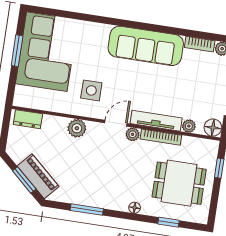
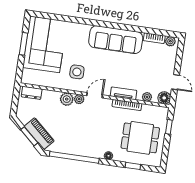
tv unit: (156, 121) -> (123, 93), width x0.71
plant: (133, 134) -> (79, 99), moved
window: (87, 210) -> (74, 157), width x2.11

